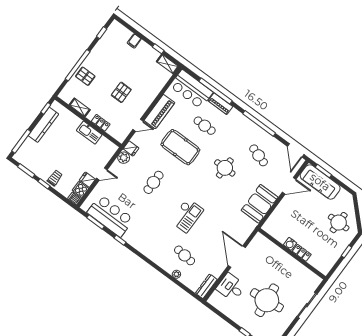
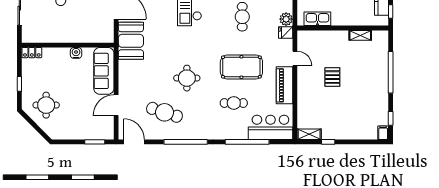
filing cabinet: (134, 41) -> (383, 133), moved
pallet: (85, 76) -> (376, 68), removed
piano: (220, 104) -> (234, 134), removed
locker: (101, 123) -> (331, 35), removed
door: (138, 125) -> (295, 58), swing flipped
kitchen sink: (89, 133) -> (317, 19), moved
cafe table: (259, 155) -> (165, 112), width x1.37, depth x1.35
sofa: (320, 182) -> (104, 71), moved, turned -90
booth: (260, 204) -> (131, 41), moved
locker: (302, 253) -> (32, 53), moved

